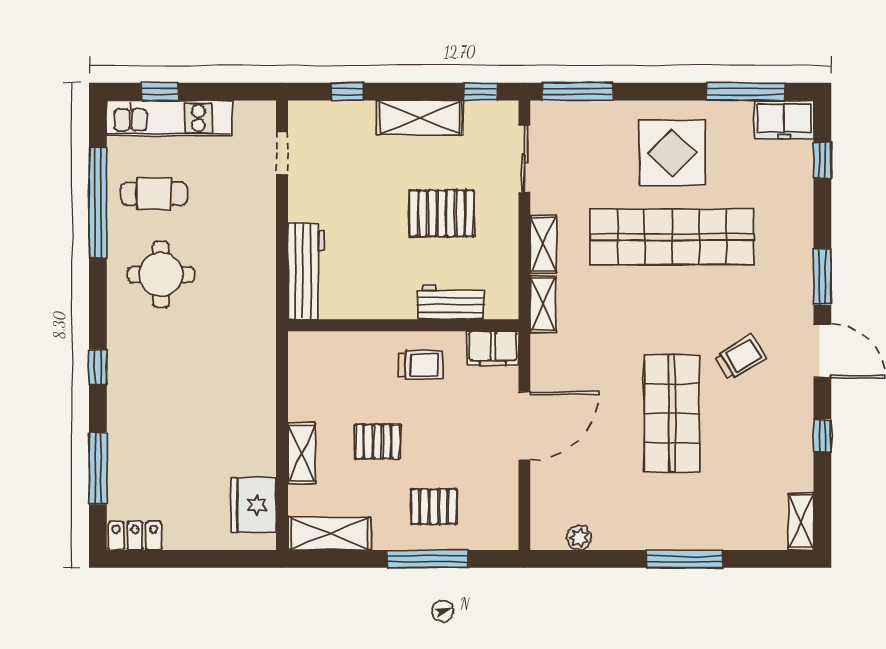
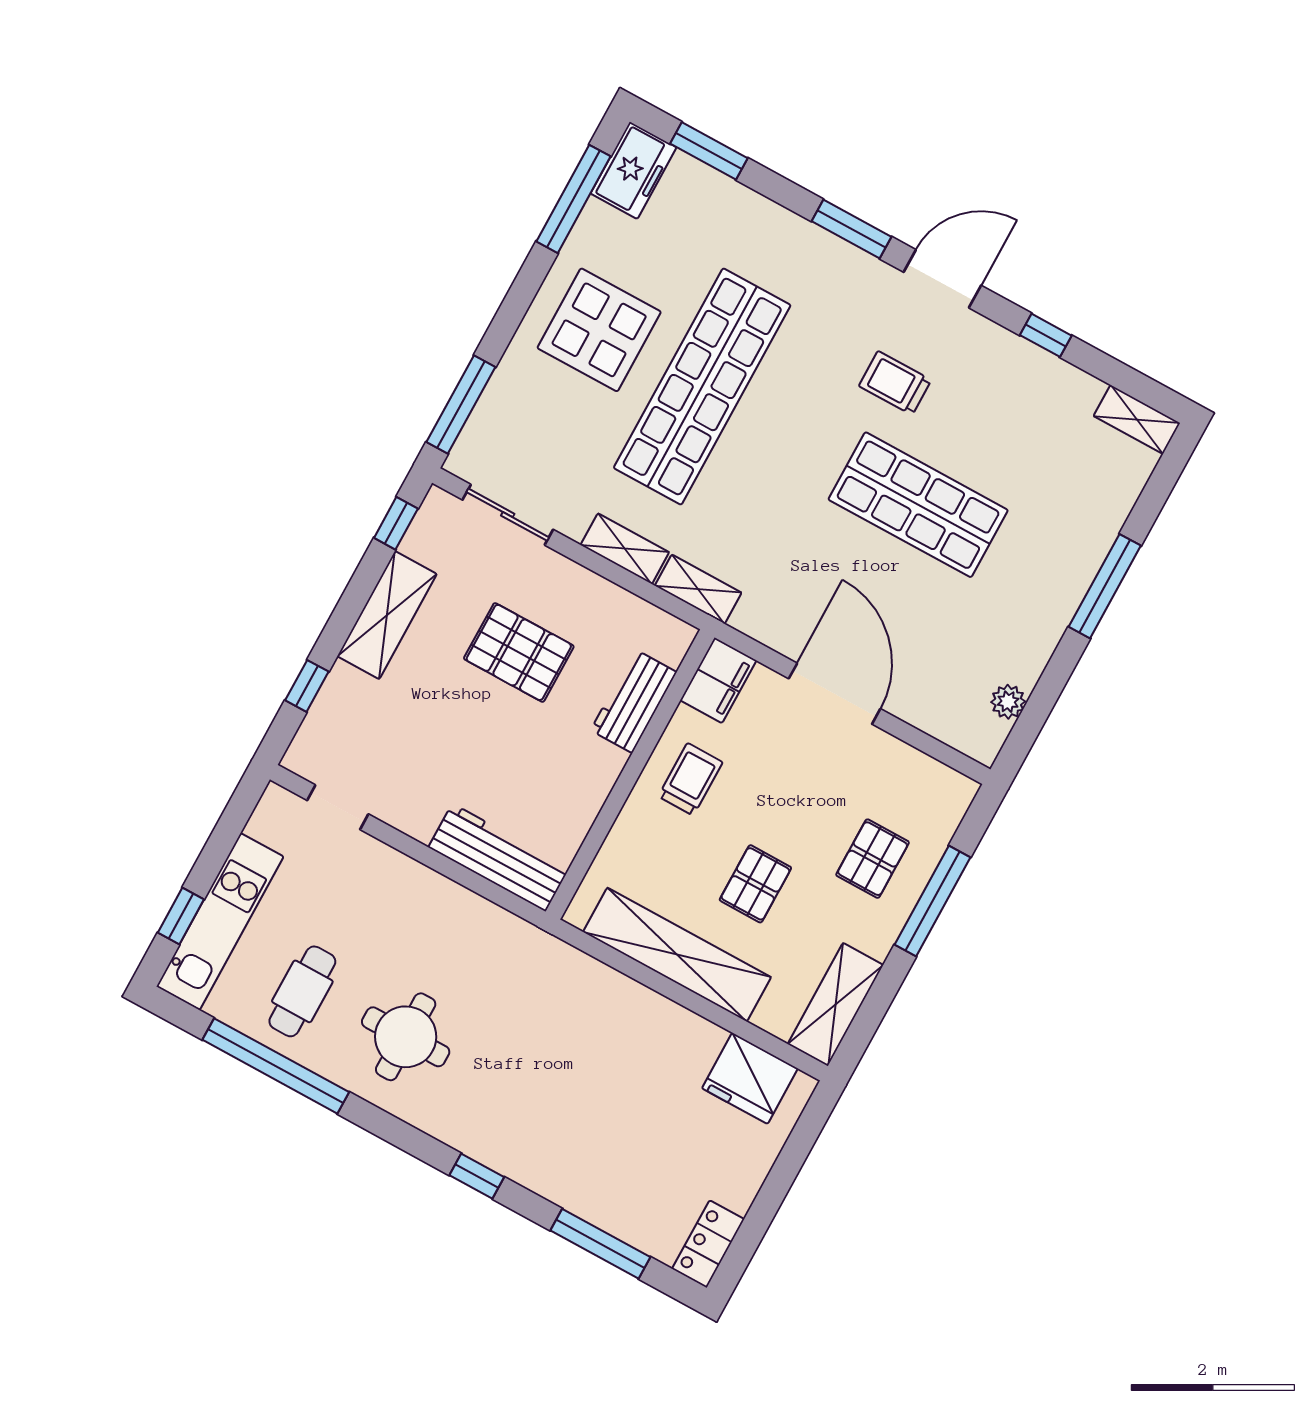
window: (822, 160) -> (709, 151), width x1.50
pallet: (442, 213) -> (519, 652), turned 90
trolley: (741, 357) -> (895, 383), turned -59
shelving: (302, 453) -> (677, 955), width x2.20, depth x1.33

